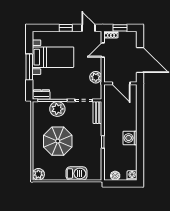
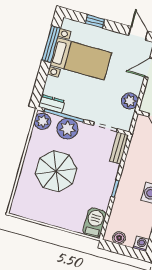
window: (66, 28) -> (95, 21), moved
window: (29, 67) -> (51, 44), moved
barbecue: (76, 173) -> (95, 223), moved, turned -90
plant: (38, 174) -> (43, 121), moved

